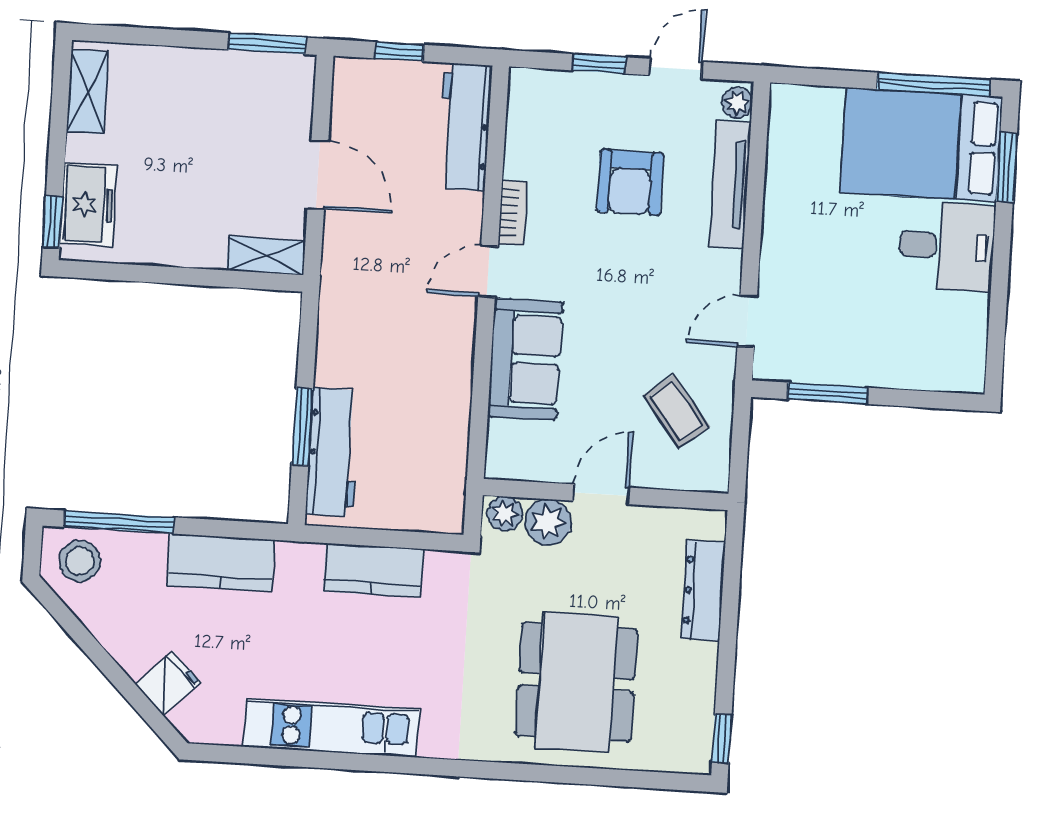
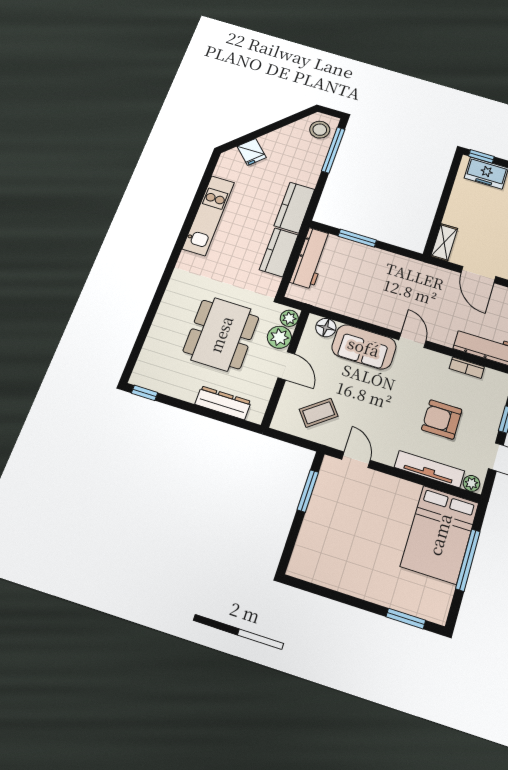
window: (934, 84) -> (468, 560), moved
bed: (921, 145) -> (440, 534), moved, turned 180
door: (318, 175) -> (478, 275), hinge flipped
bookcase: (513, 213) -> (467, 368), moved
desk: (947, 246) -> (370, 574), removed
floor lamp: (505, 440) -> (326, 328), added
workbench: (333, 452) -> (311, 258), moved, turned -90
kitchen counter: (221, 563) -> (294, 208), moved
dining table: (576, 682) -> (221, 334), moved, turned 90

